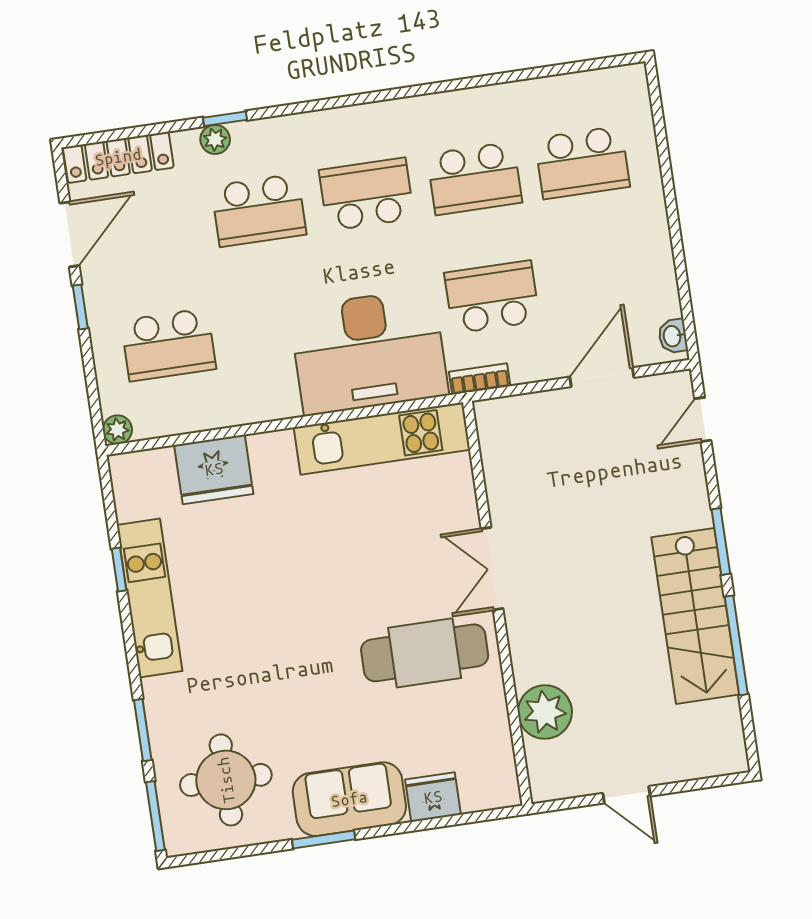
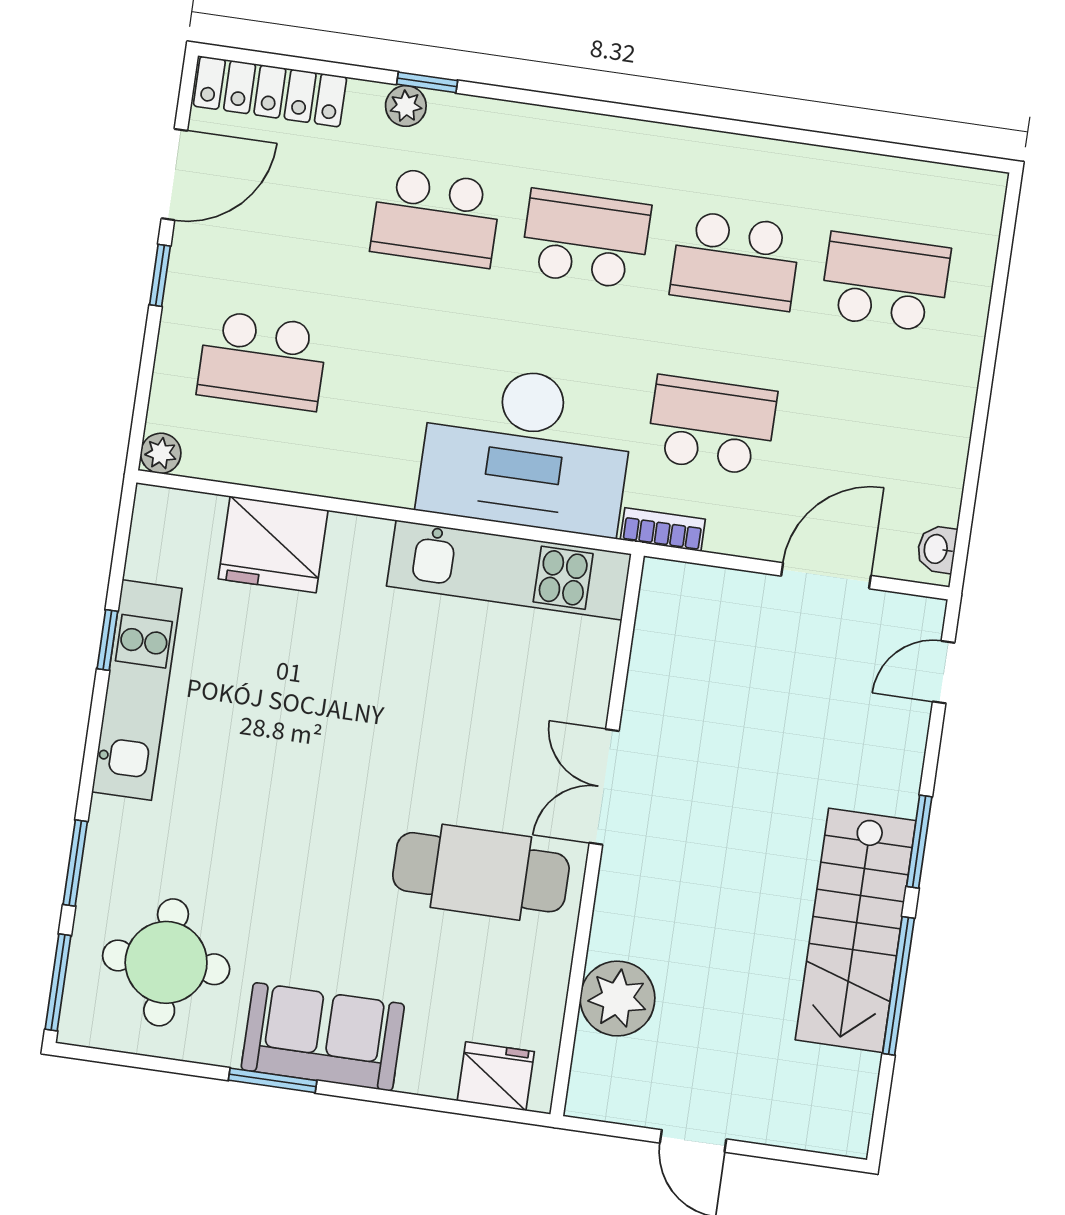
school desk: (582, 162) -> (885, 282), turned 180
fridge: (433, 797) -> (496, 1076), moved

